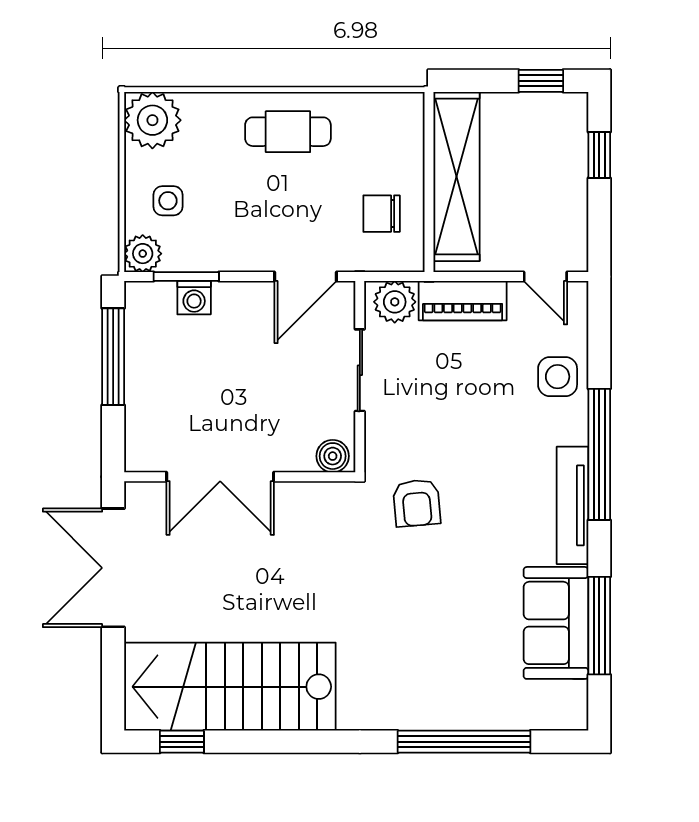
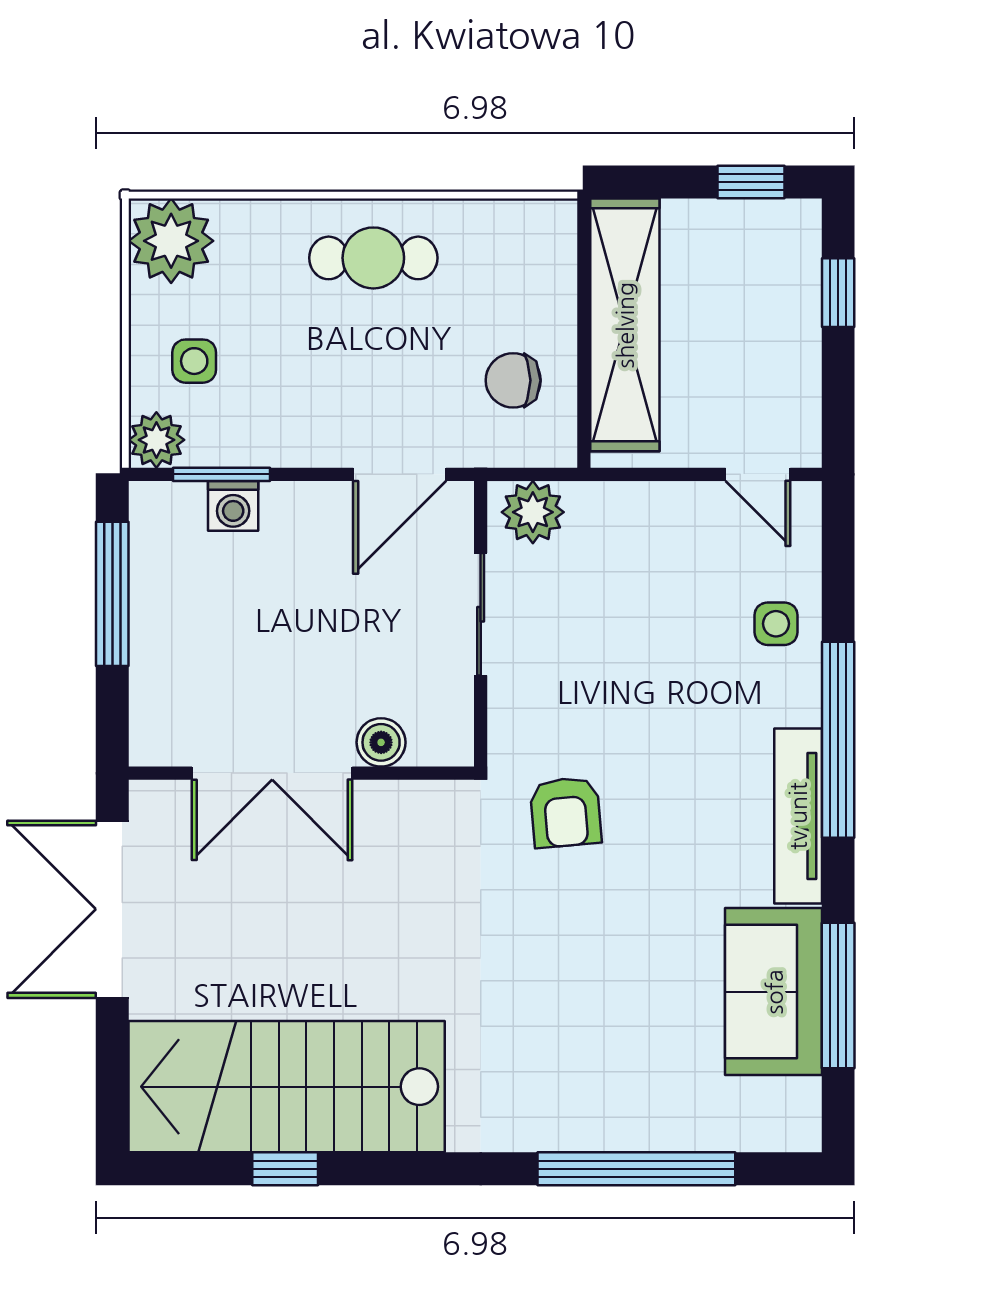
piano: (463, 301) -> (634, 510), removed
side table: (558, 377) -> (776, 624), width x0.73, depth x0.73
boiler: (333, 456) -> (381, 742), moved
window: (182, 742) -> (285, 1169), moved

